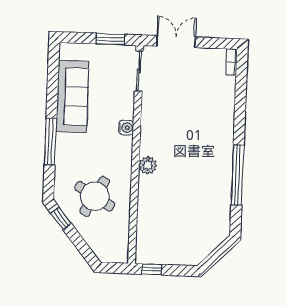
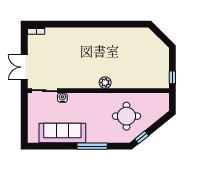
window: (110, 39) -> (24, 110), removed
water cooler: (126, 128) -> (62, 98), moved
window: (238, 175) -> (109, 24), removed
round table: (95, 196) -> (126, 116), turned -30

